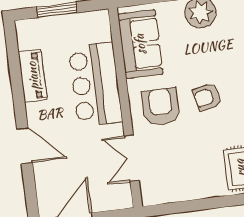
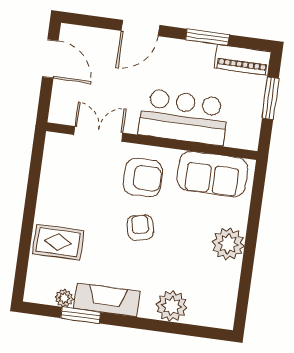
piano: (33, 76) -> (243, 60), moved
window: (17, 82) -> (207, 37), added

